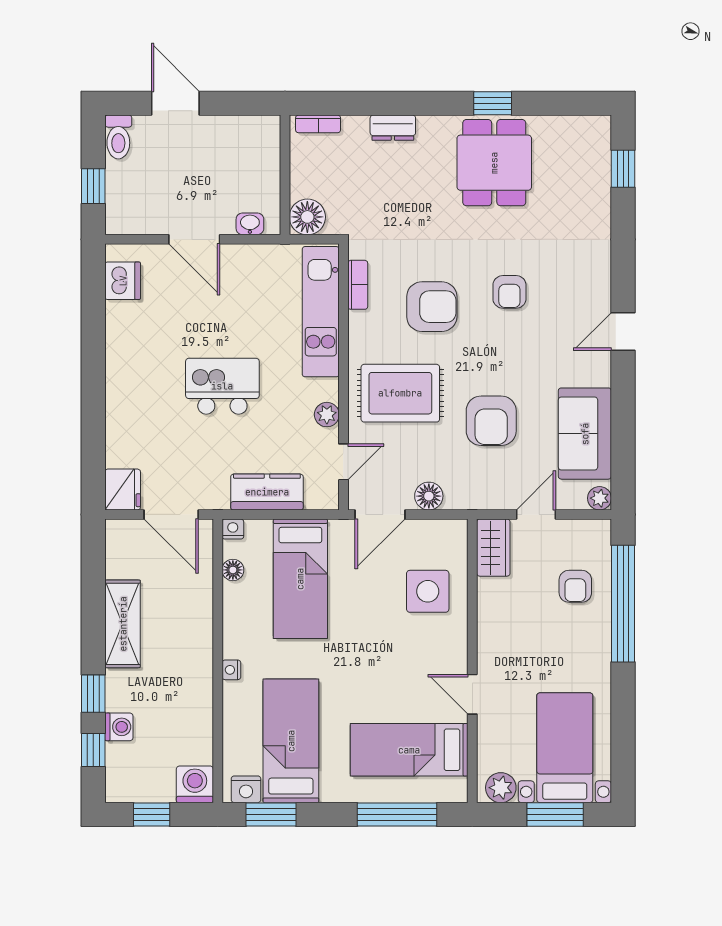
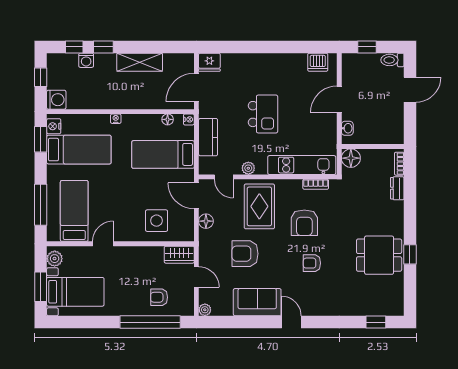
dresser: (393, 128) -> (397, 188), moved
sofa: (585, 434) -> (257, 302), moved

